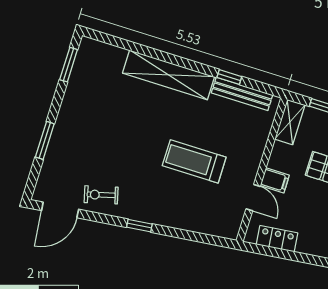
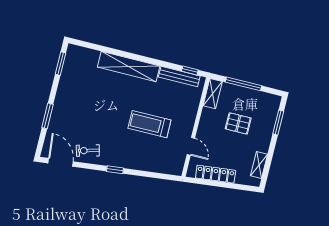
window: (229, 77) -> (190, 71), moved
filing cabinet: (275, 180) -> (205, 134), removed
door: (60, 210) -> (61, 162), swing flipped
locker: (277, 239) -> (216, 174), width x1.53

